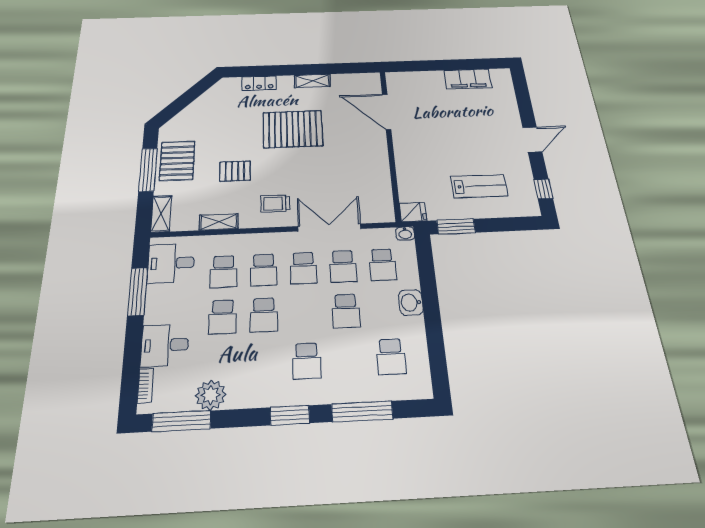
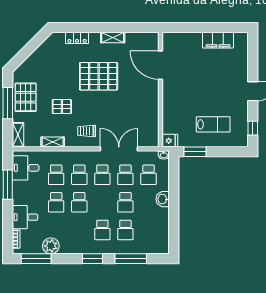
school desk: (391, 357) -> (125, 230), moved

